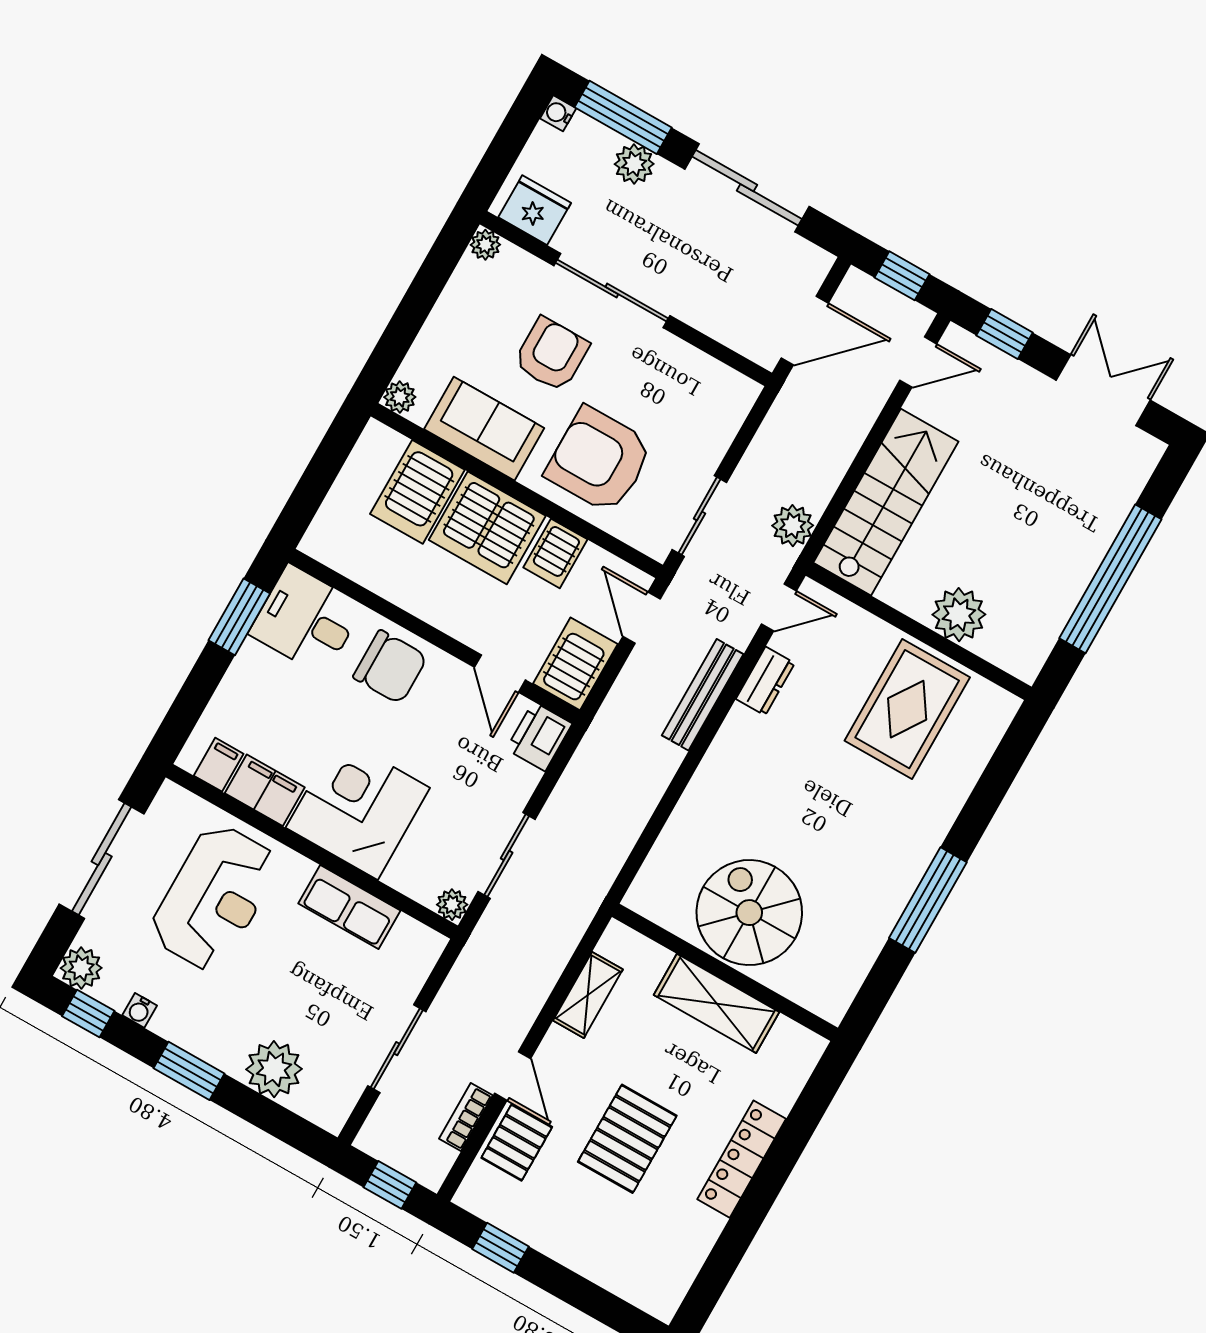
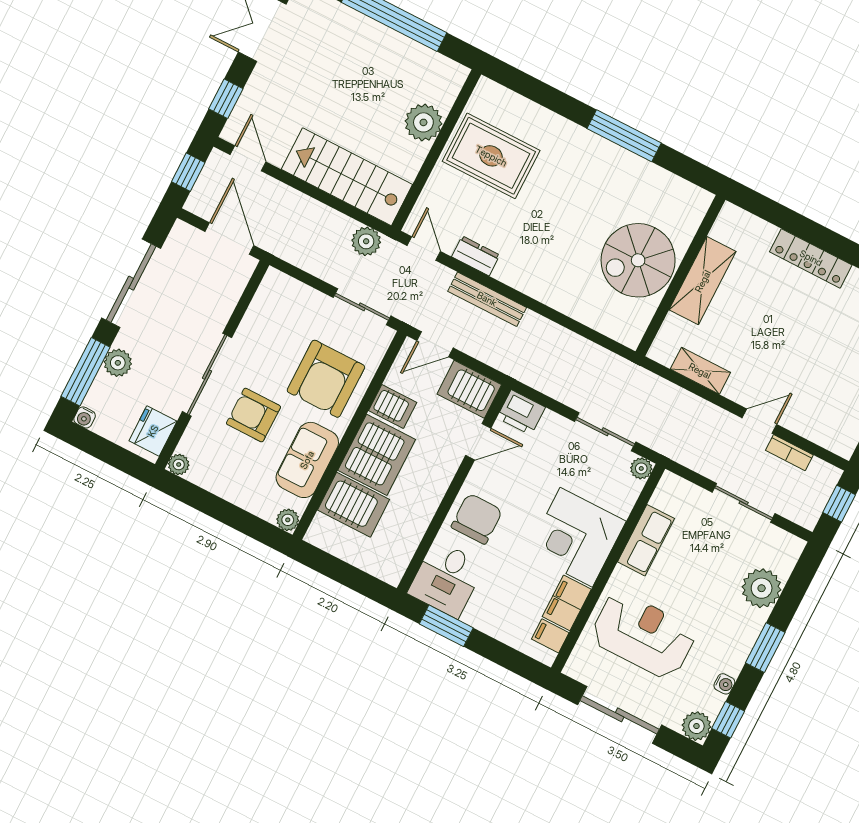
pallet: (627, 1139) -> (800, 339), removed
pallet: (517, 1142) -> (806, 416), removed

